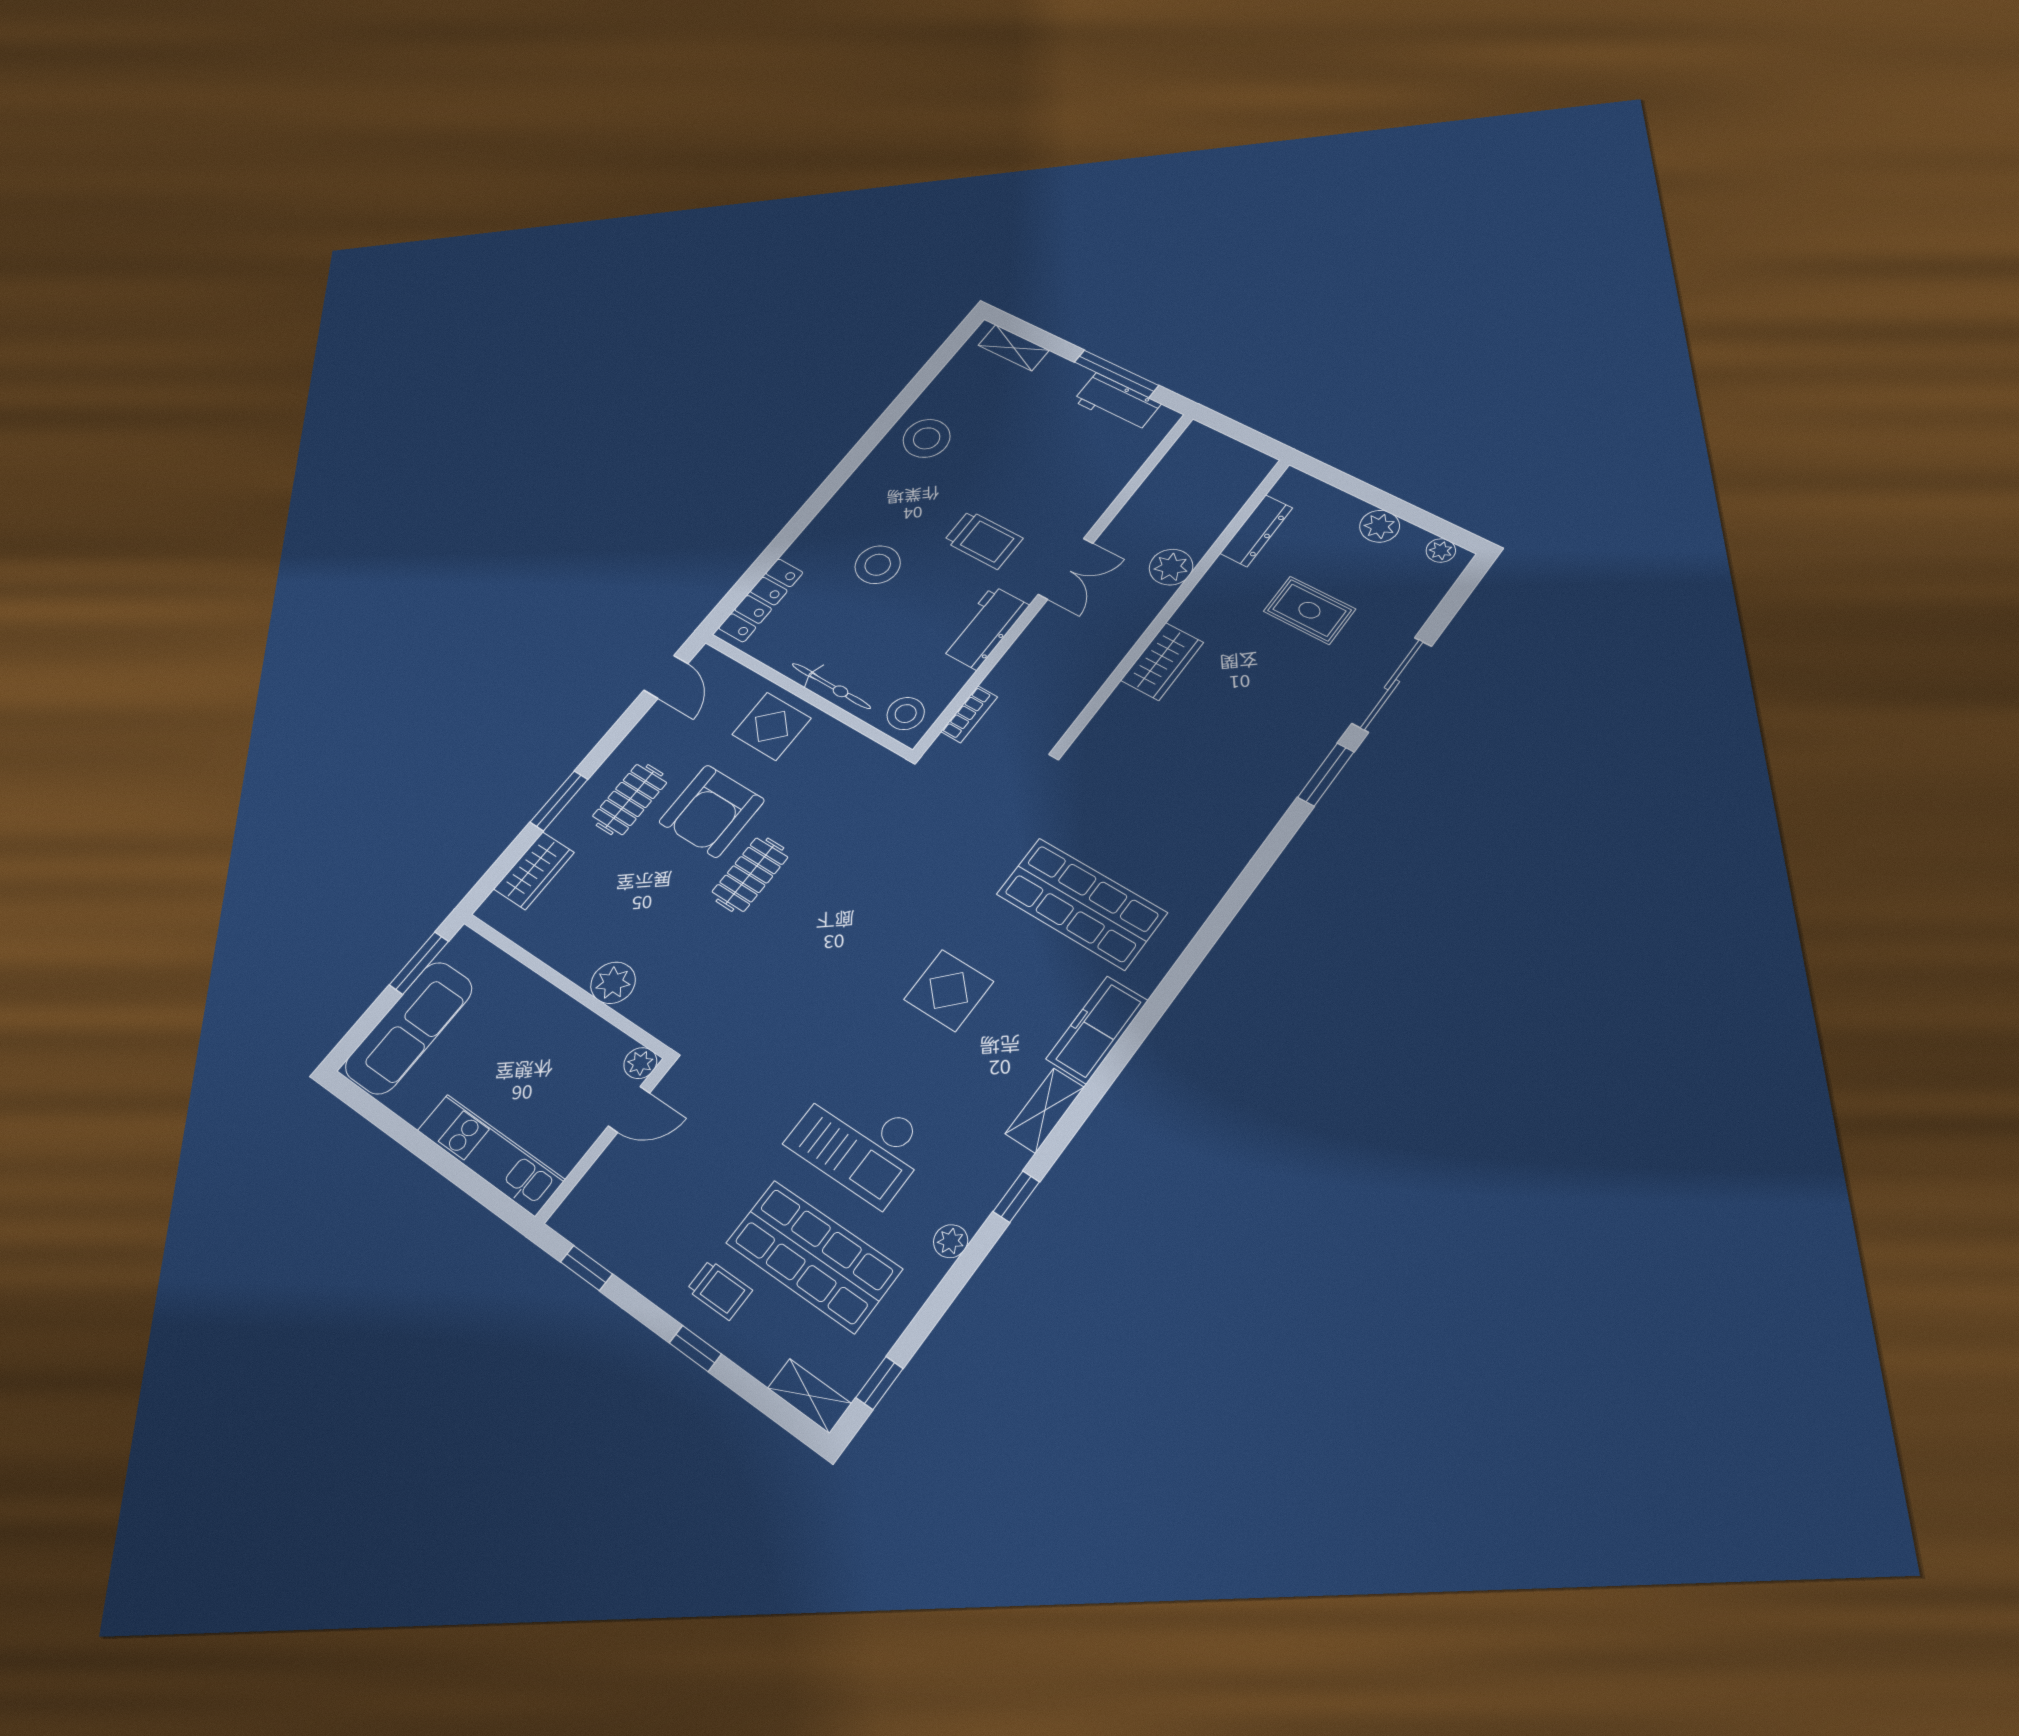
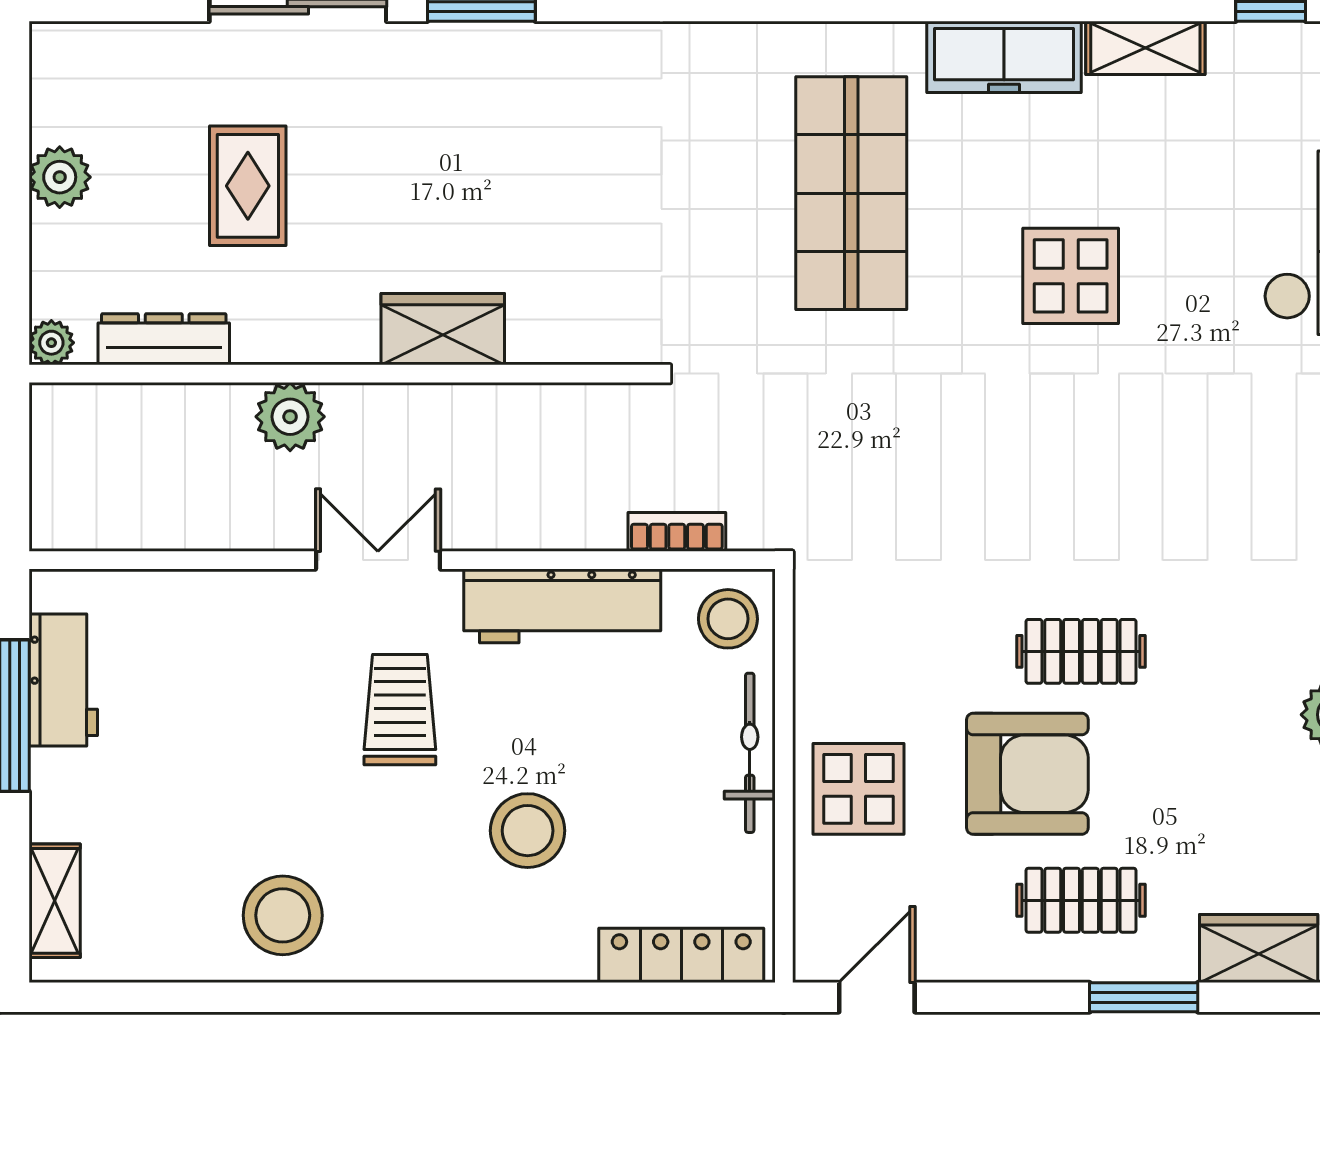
plant: (1441, 551) -> (51, 343), moved
workbench: (985, 628) -> (562, 606), width x1.38

